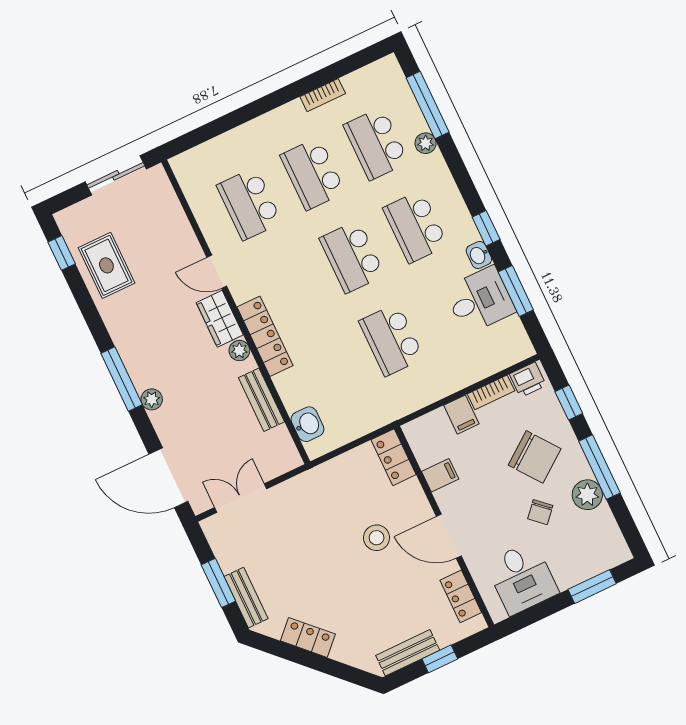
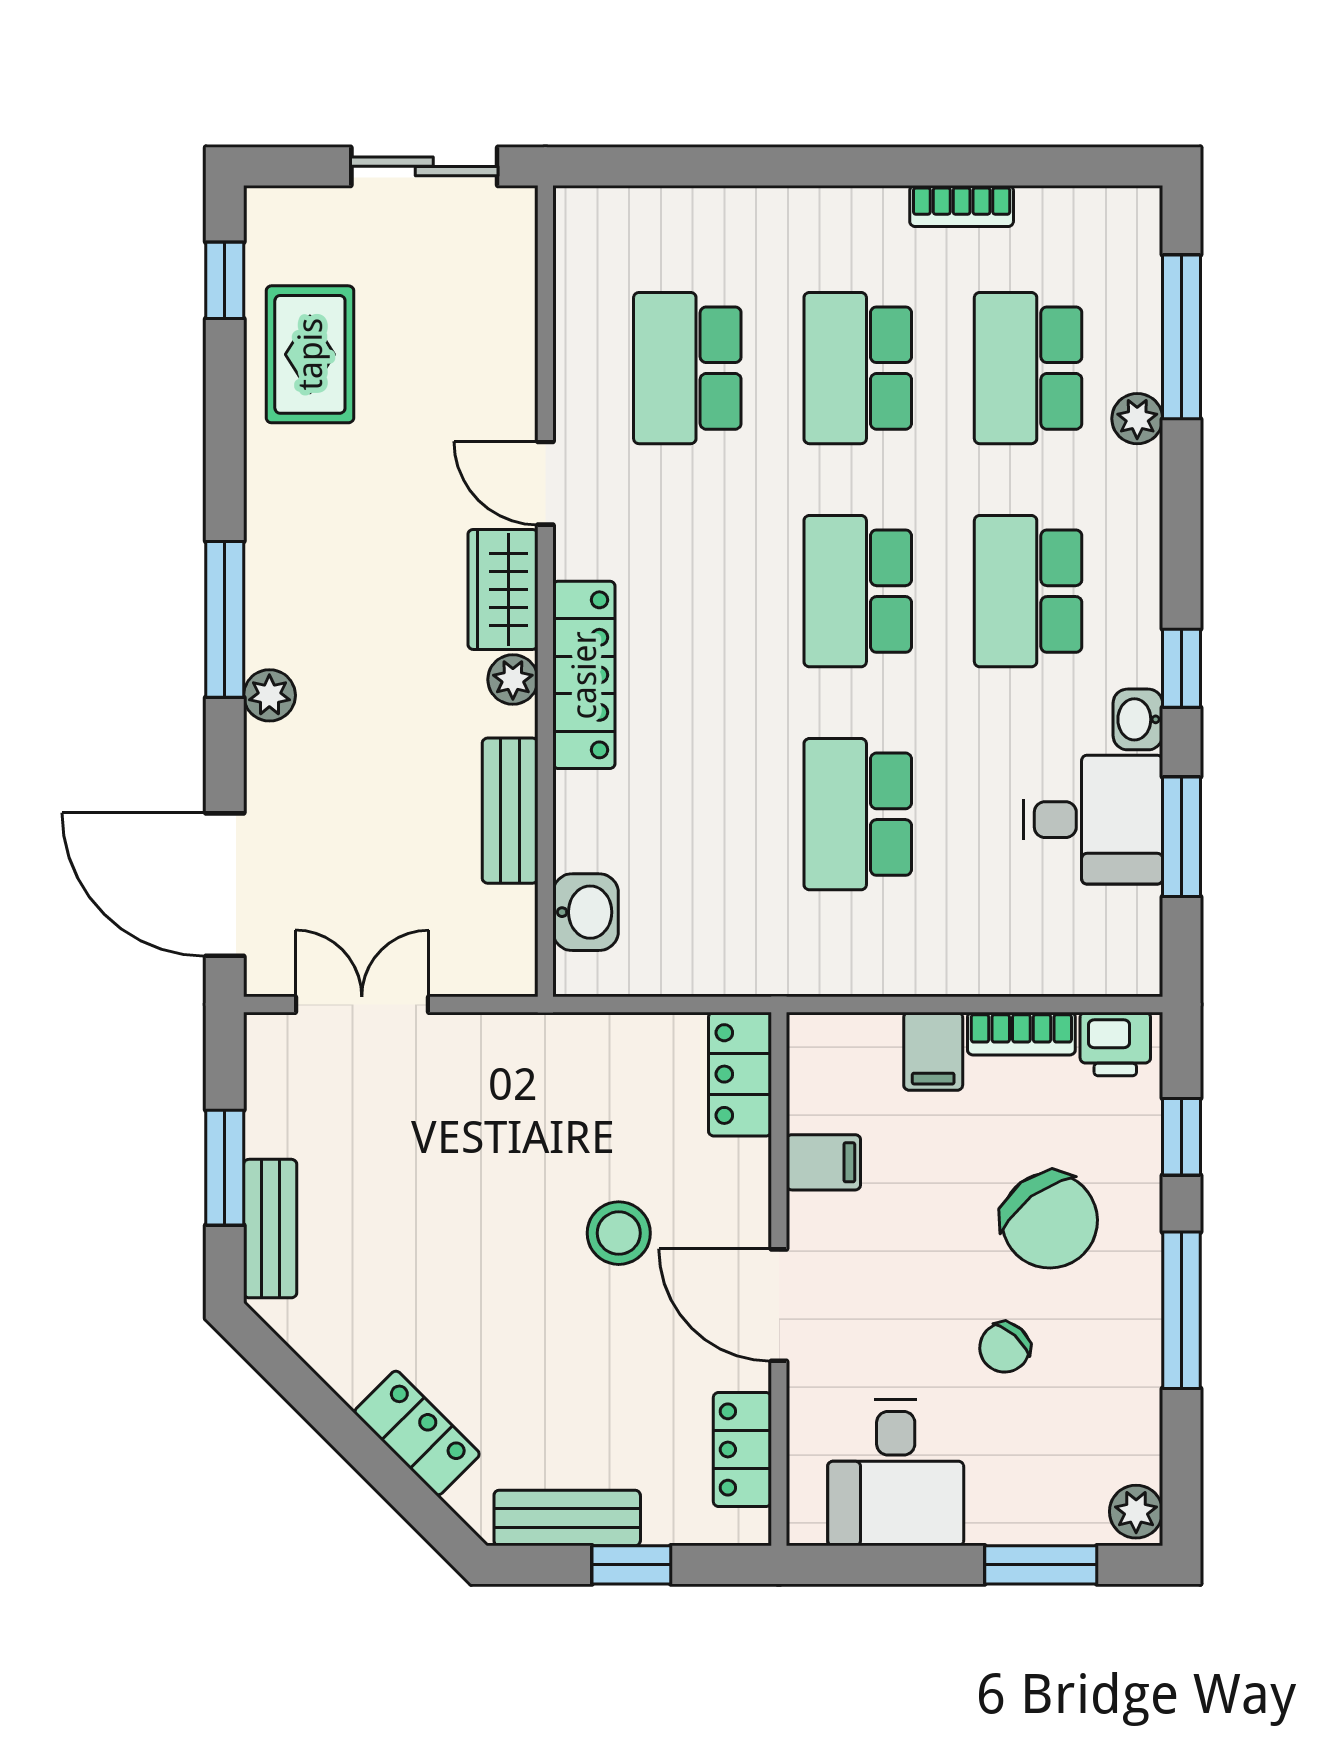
plant: (587, 495) -> (1136, 1512), moved, width x0.73, depth x0.73
locker: (308, 637) -> (417, 1433), moved

